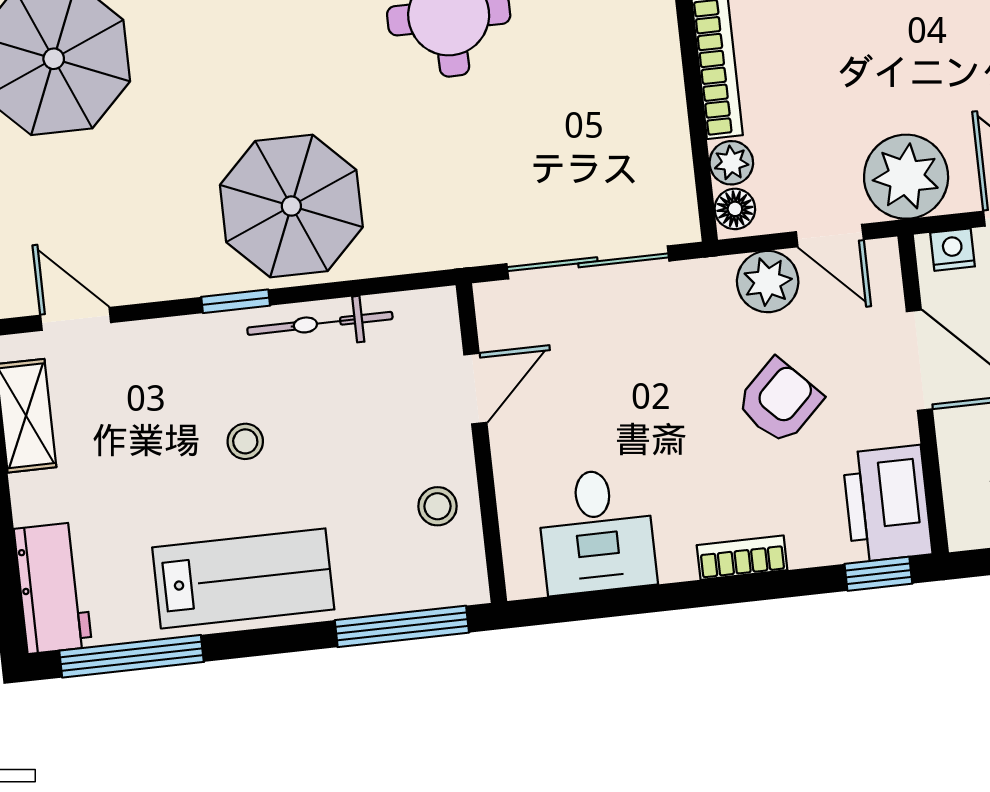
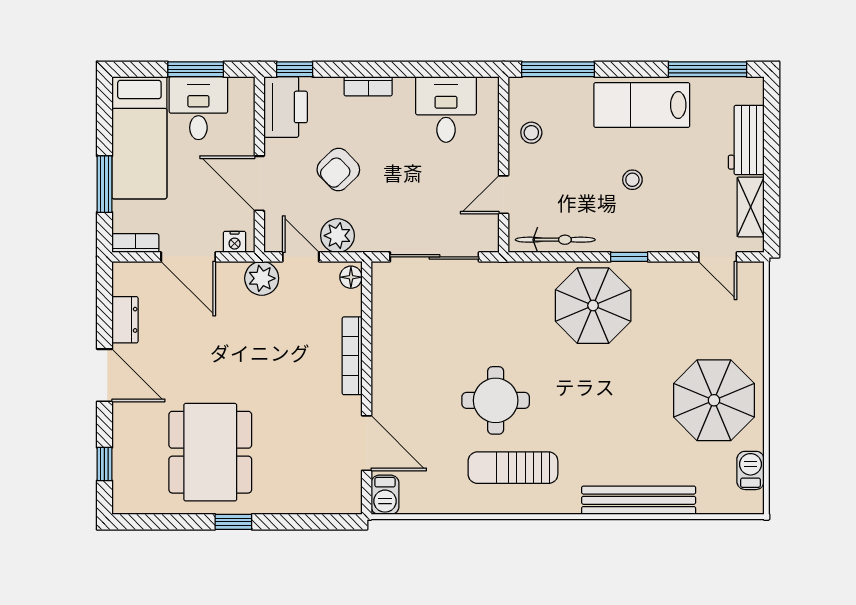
plant: (731, 163) -> (350, 303), removed
plant: (906, 177) -> (262, 278), width x0.73, depth x0.73
bicycle: (320, 323) -> (555, 240), moved
workbench: (53, 588) -> (746, 140), moved

